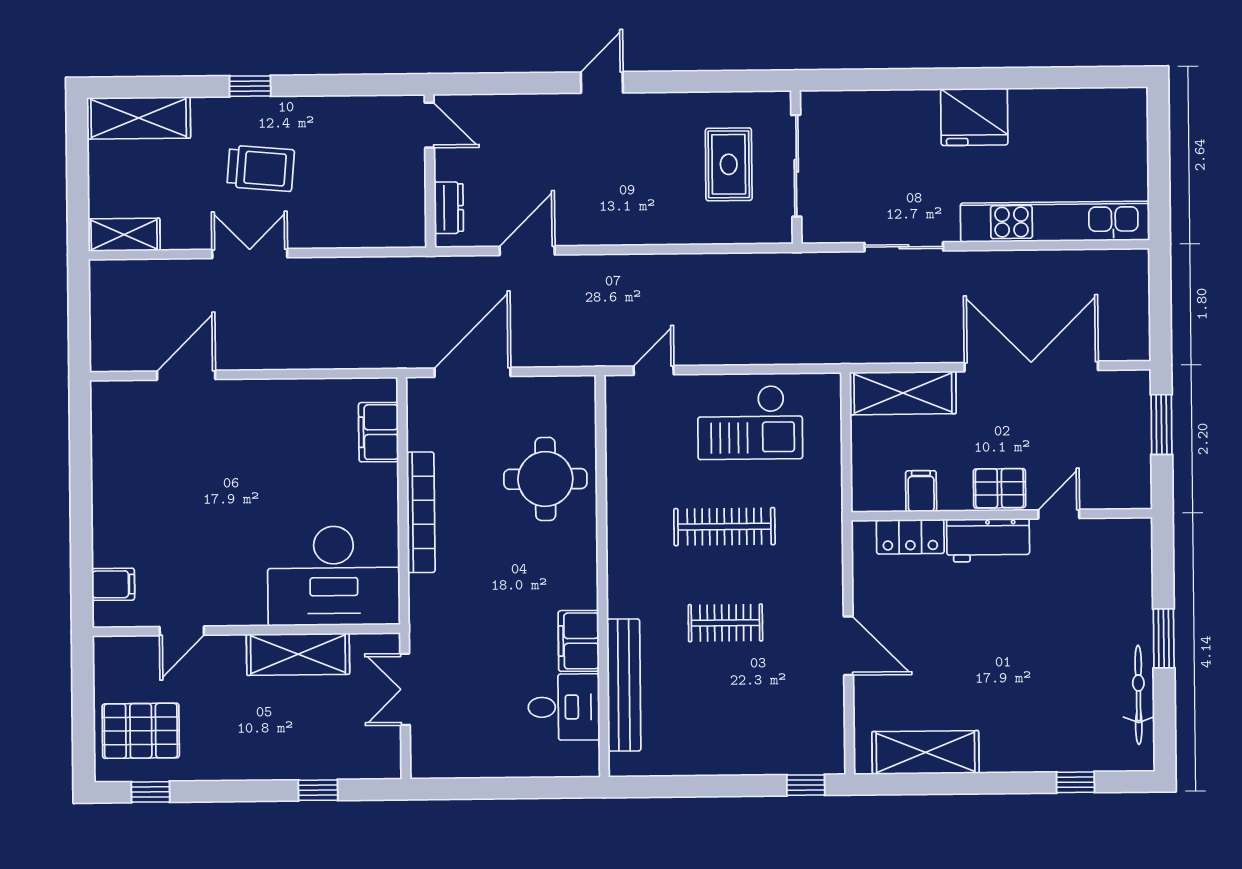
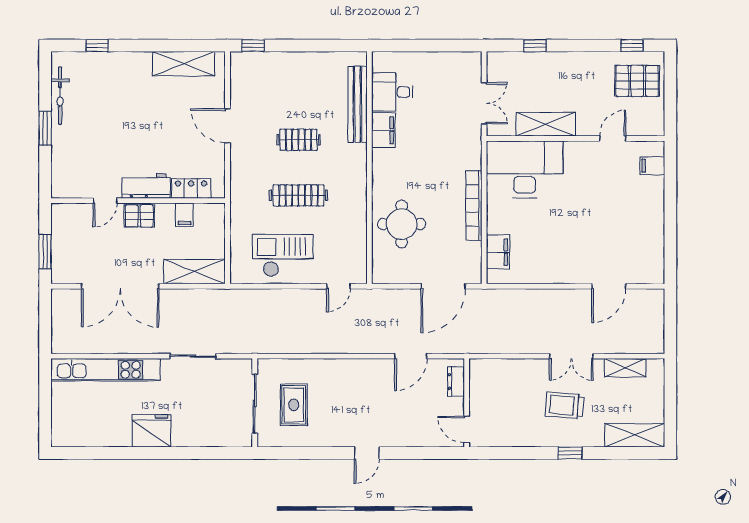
shelving: (124, 235) -> (625, 368), moved

